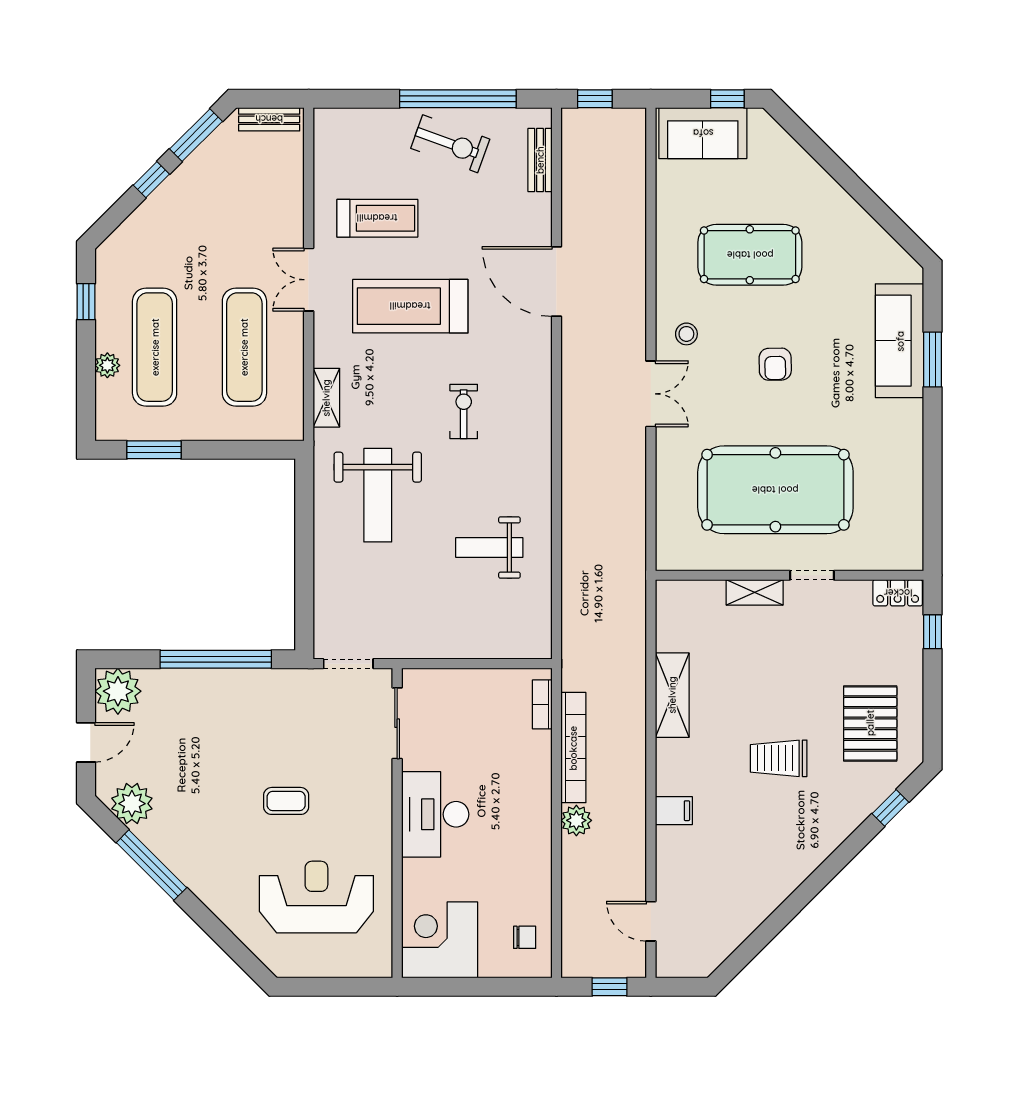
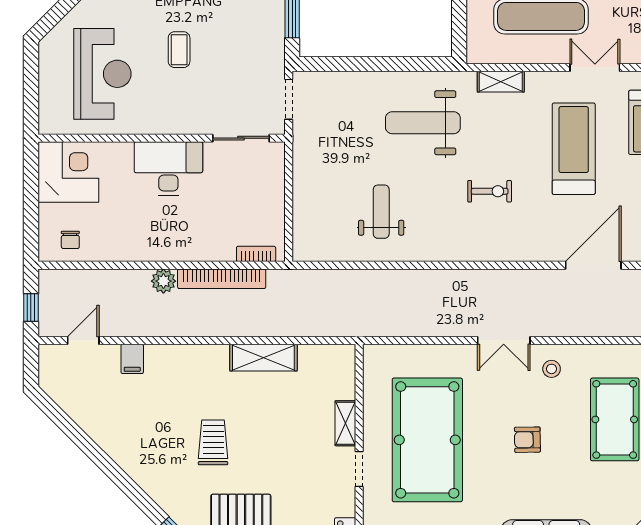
filing cabinet: (674, 811) -> (132, 359), moved

